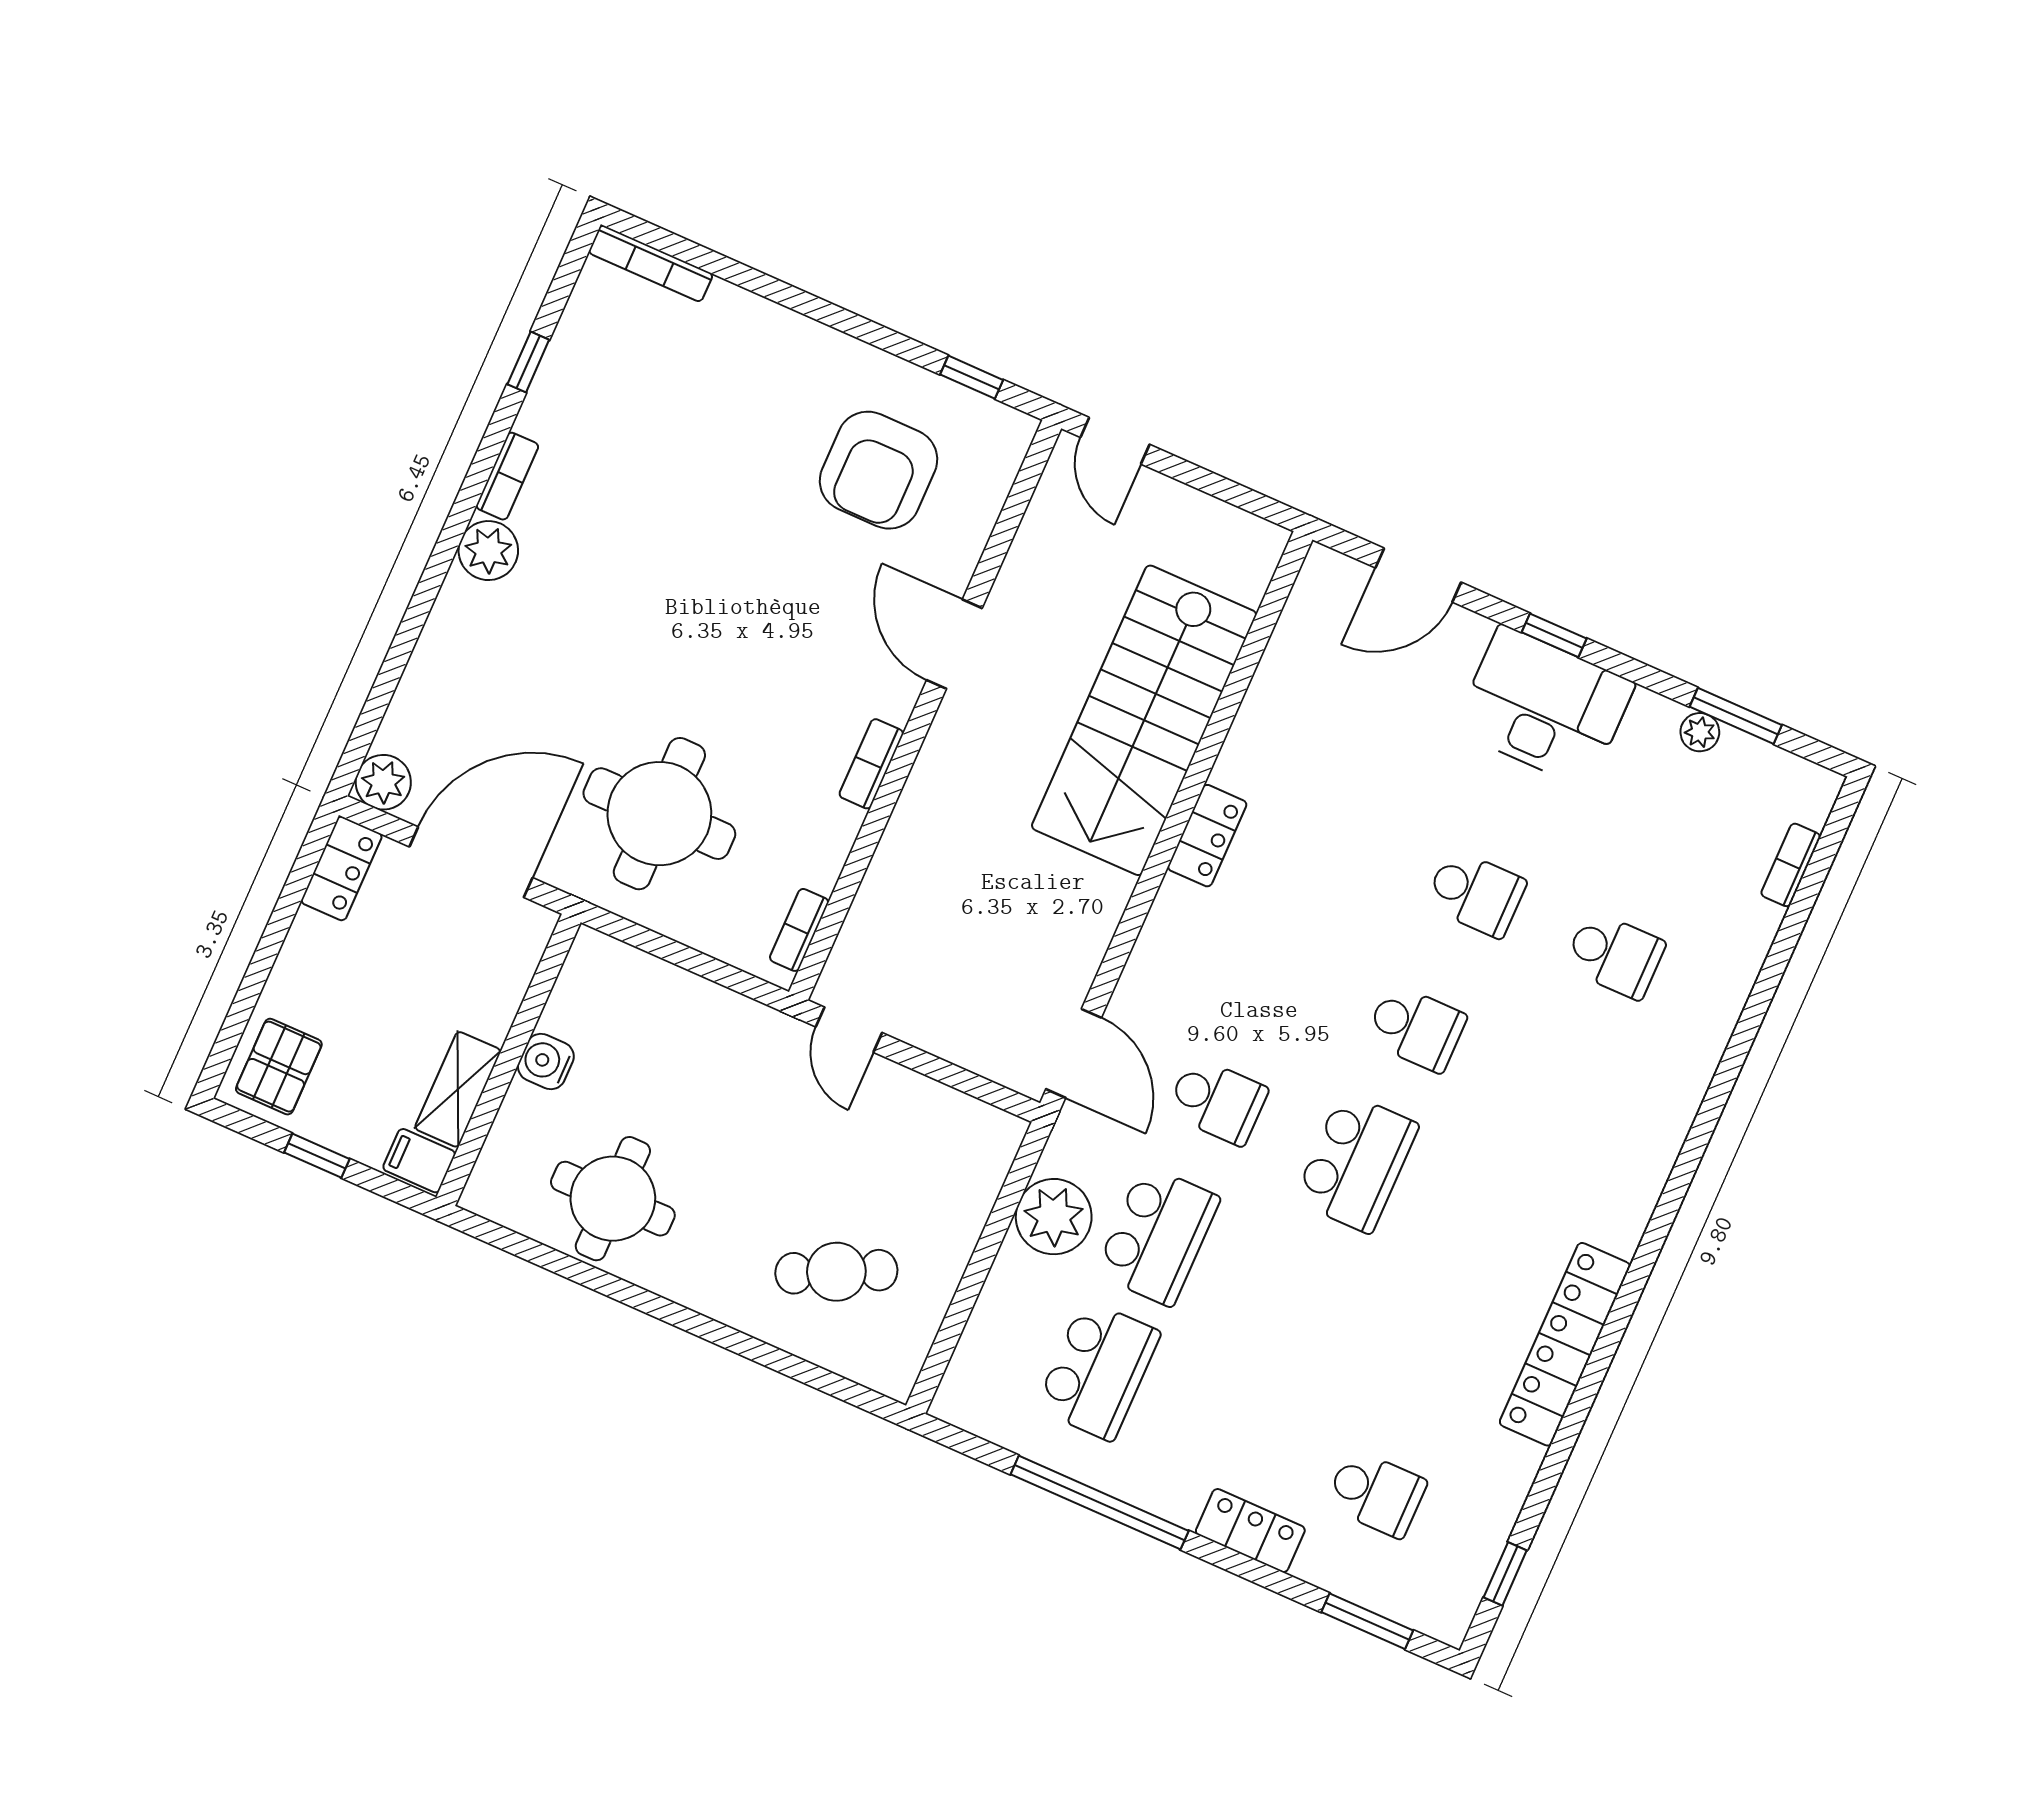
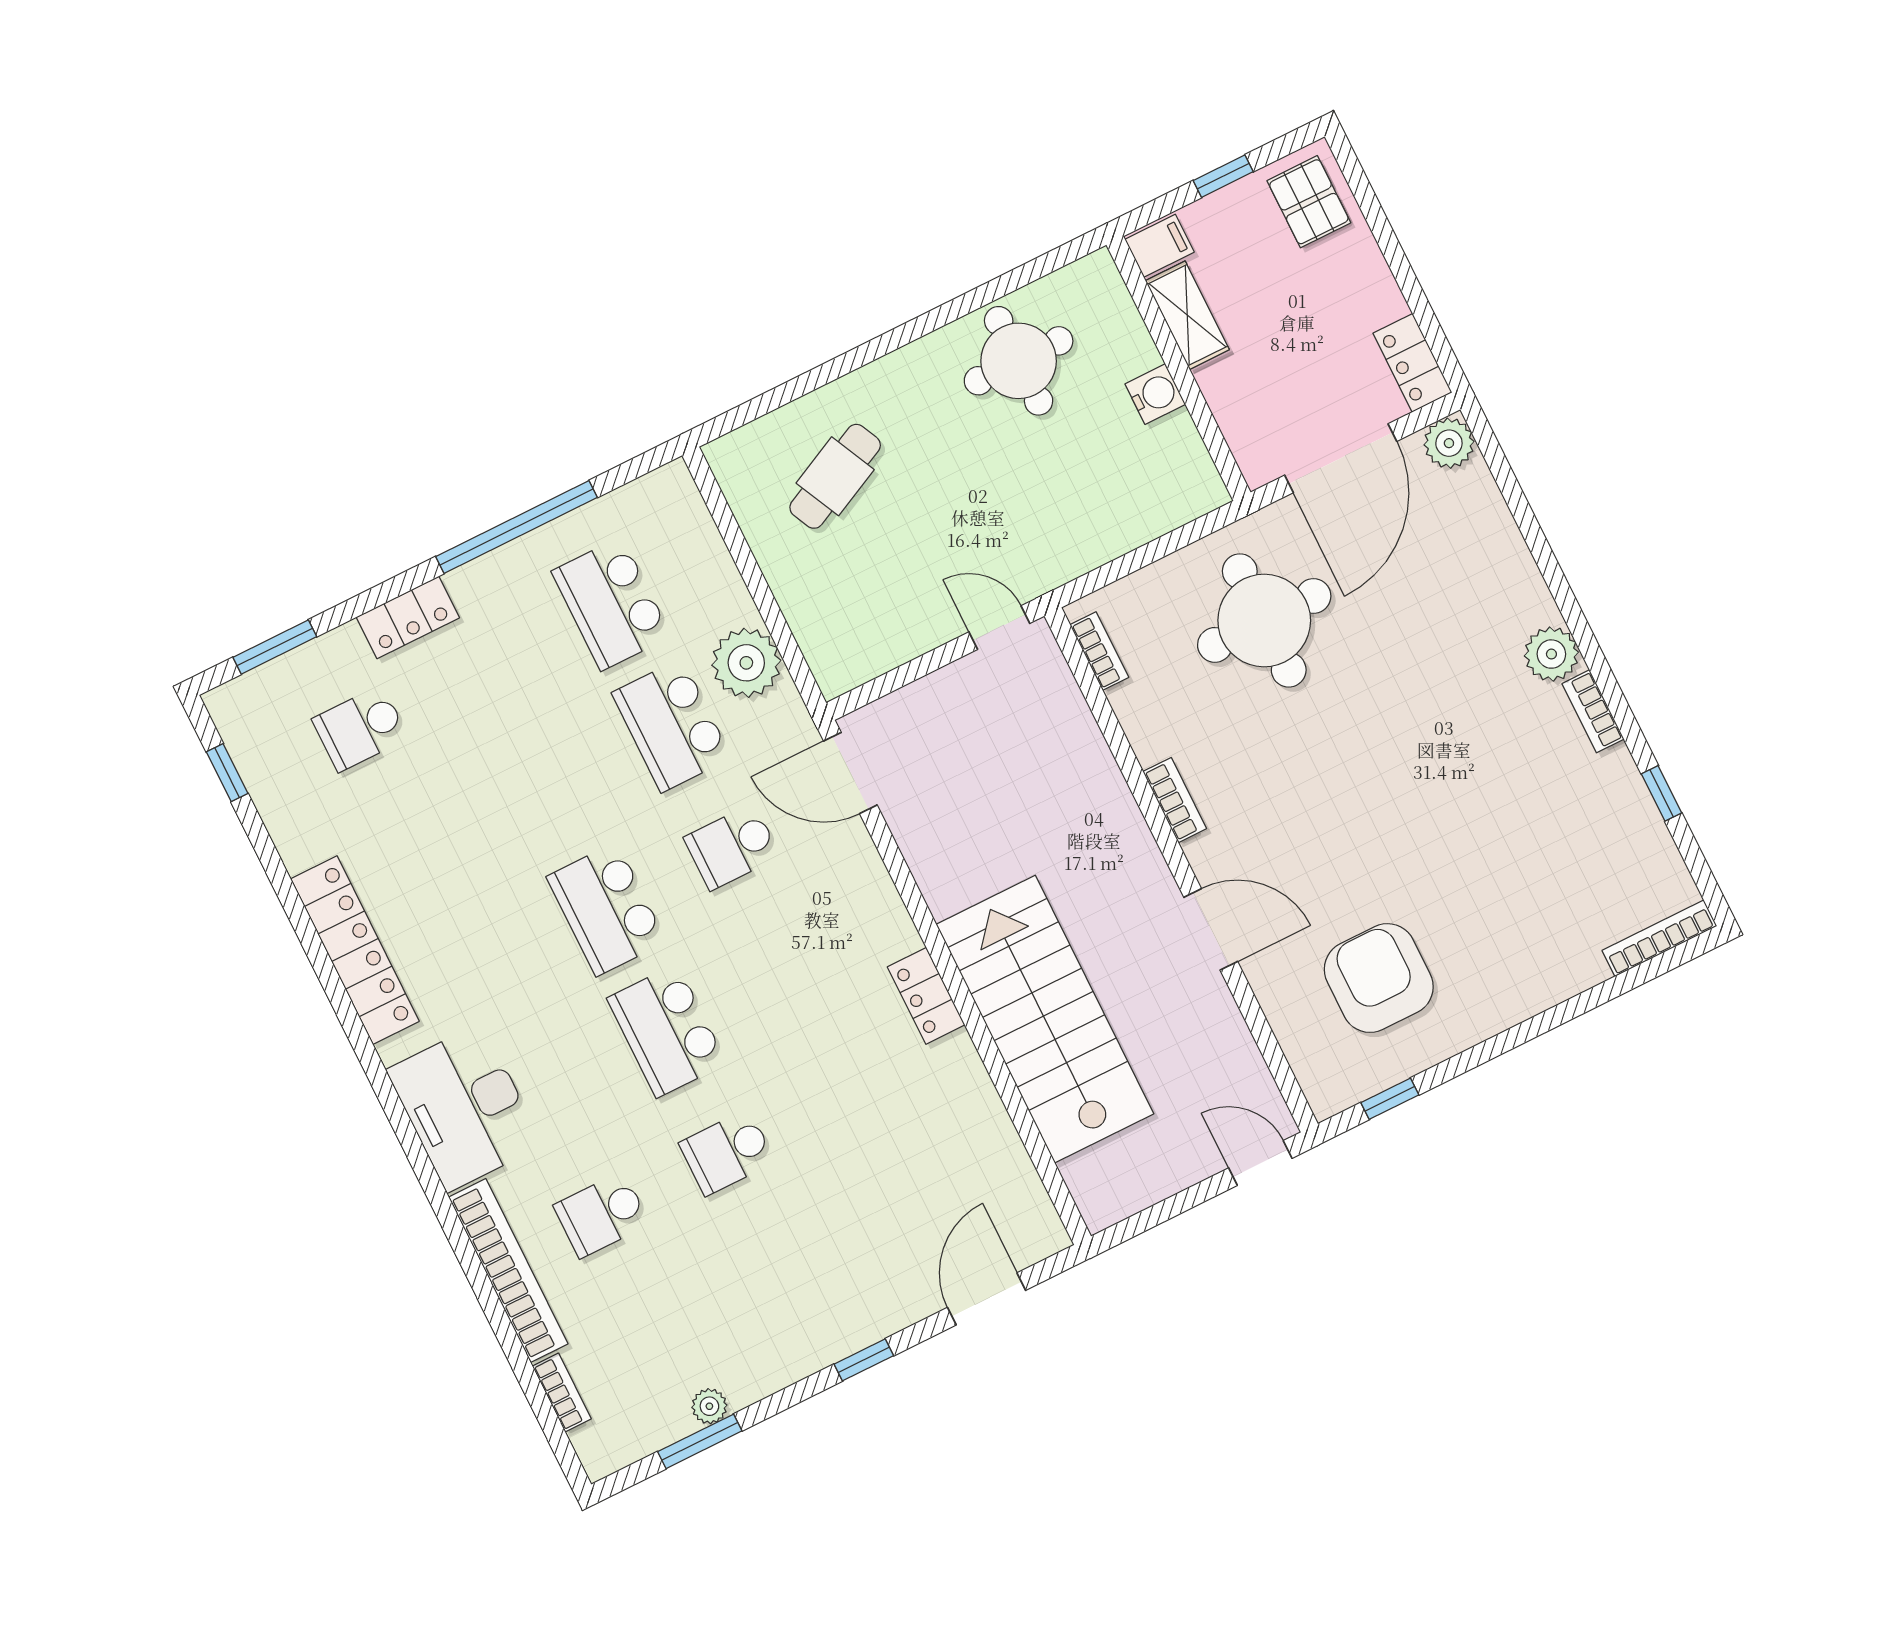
desk: (1544, 707) -> (465, 1108), moved, turned 90
bookcase: (1726, 994) -> (508, 1271), added
school desk: (1416, 1028) -> (667, 1031), width x1.85

